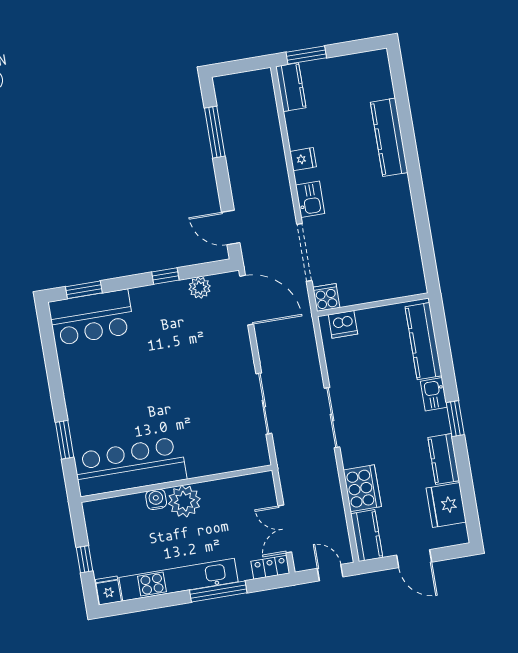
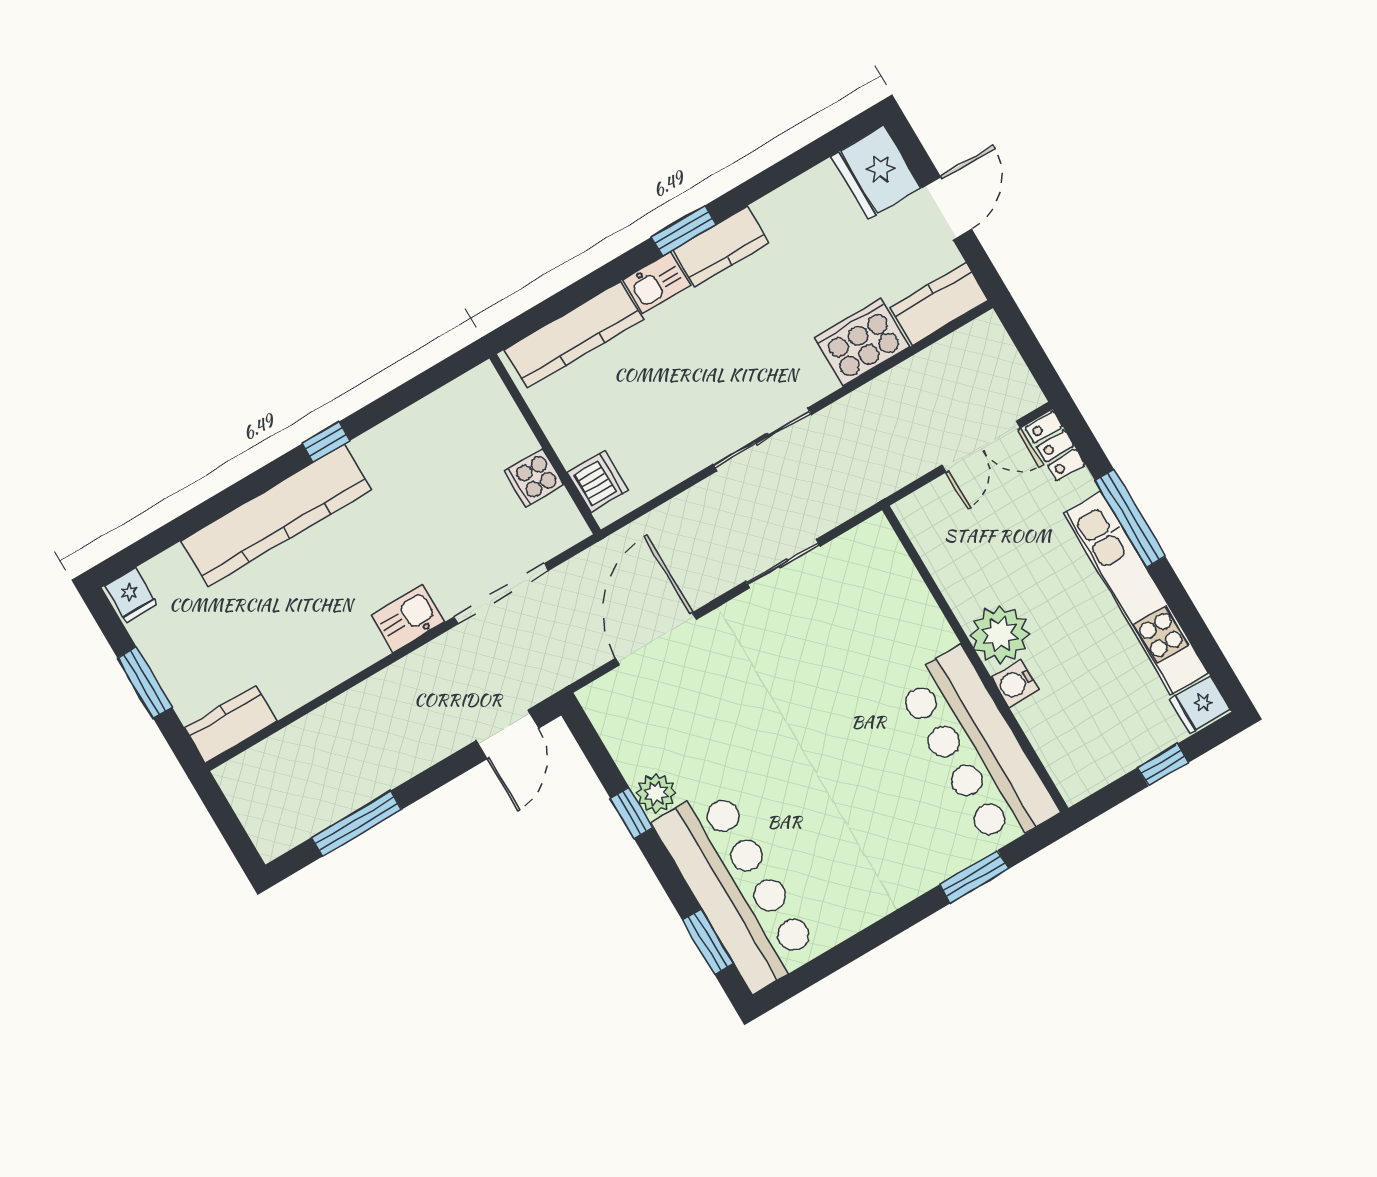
window: (306, 55) -> (145, 683), moved
kitchen counter: (389, 137) -> (276, 515), width x1.39, depth x1.17
fridge: (303, 159) -> (131, 595), moved, turned 180
window: (417, 192) -> (326, 442), added
plant: (200, 288) -> (656, 793), moved
cooker: (326, 298) -> (534, 478), moved
door: (247, 300) -> (656, 639), moved
bar counter: (91, 317) -> (736, 888), width x1.36
sliding door: (264, 404) -> (783, 564), width x0.73
kitchen counter: (444, 459) -> (721, 247), moved
fridge: (446, 505) -> (876, 172), moved, turned 90
door: (330, 573) -> (1026, 341), removed

